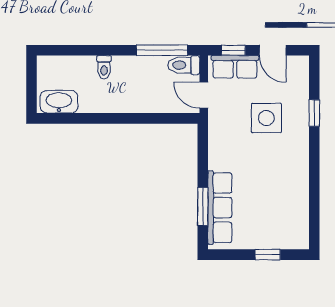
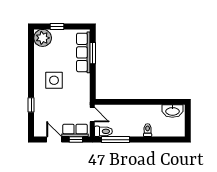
side table: (266, 118) -> (54, 80), moved
plant: (293, 234) -> (43, 38), added

